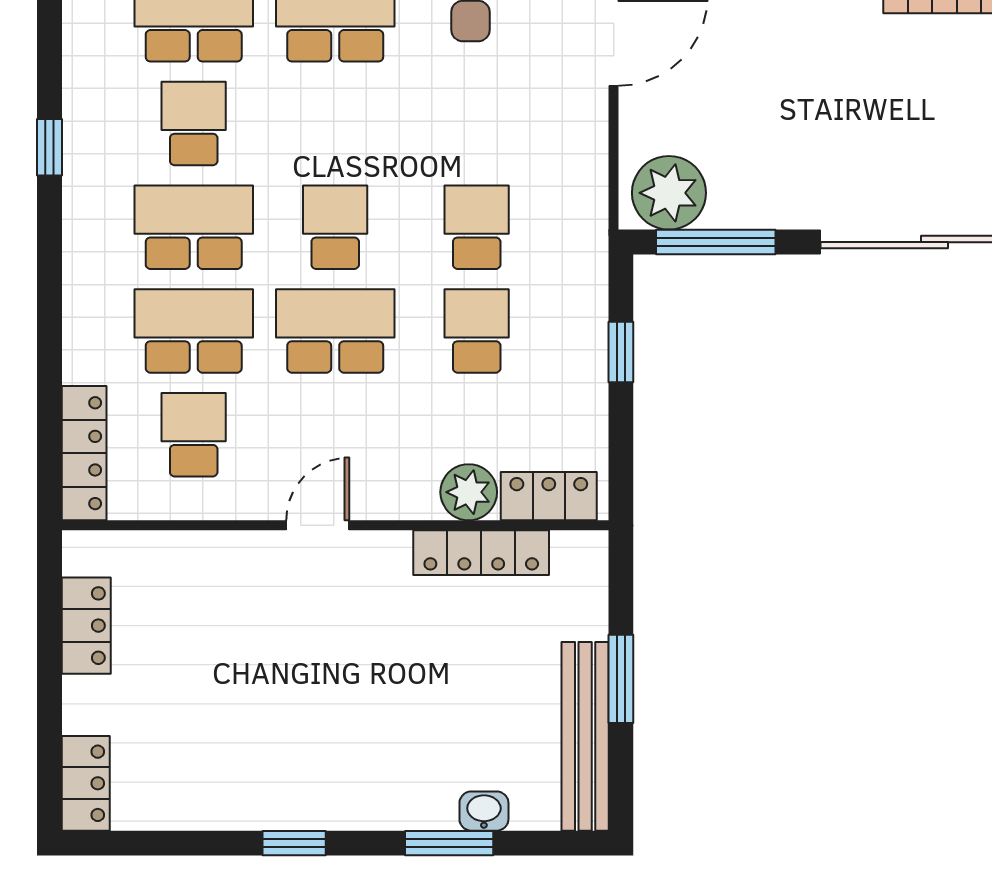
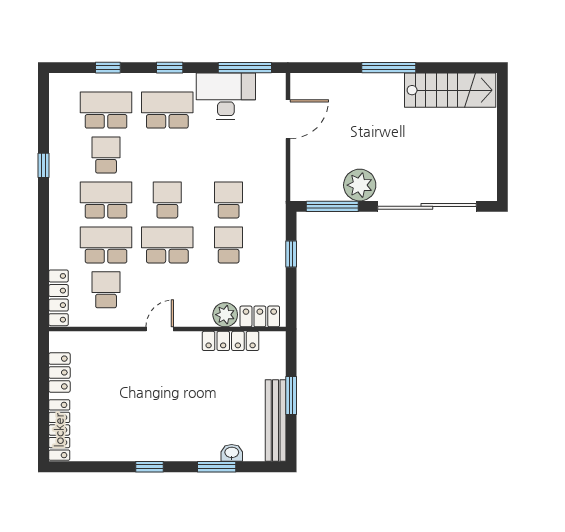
plant: (669, 193) -> (360, 185), moved
locker: (86, 783) -> (59, 430), width x1.53

